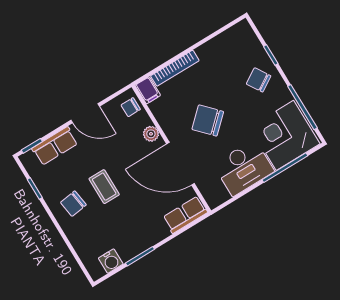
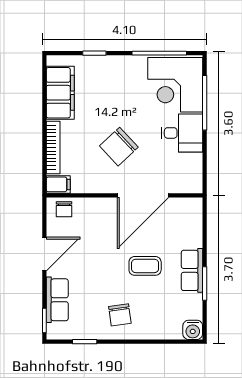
filing cabinet: (222, 47) -> (60, 93), added
chair: (259, 80) -> (110, 78), removed
plant: (151, 134) -> (99, 206), removed
desk: (244, 168) -> (182, 133), width x0.73
coffee table: (104, 187) -> (145, 266), moved
row of seats: (185, 215) -> (192, 270), moved
water cooler: (111, 261) -> (193, 330), moved, turned 90

